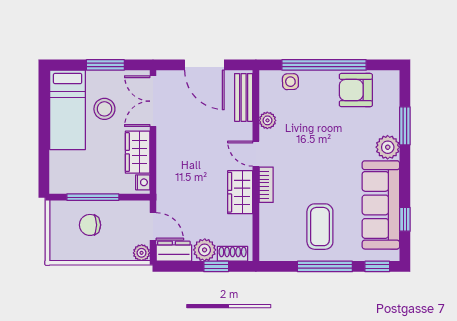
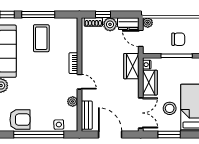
wardrobe: (240, 192) -> (131, 66), moved, turned 180

